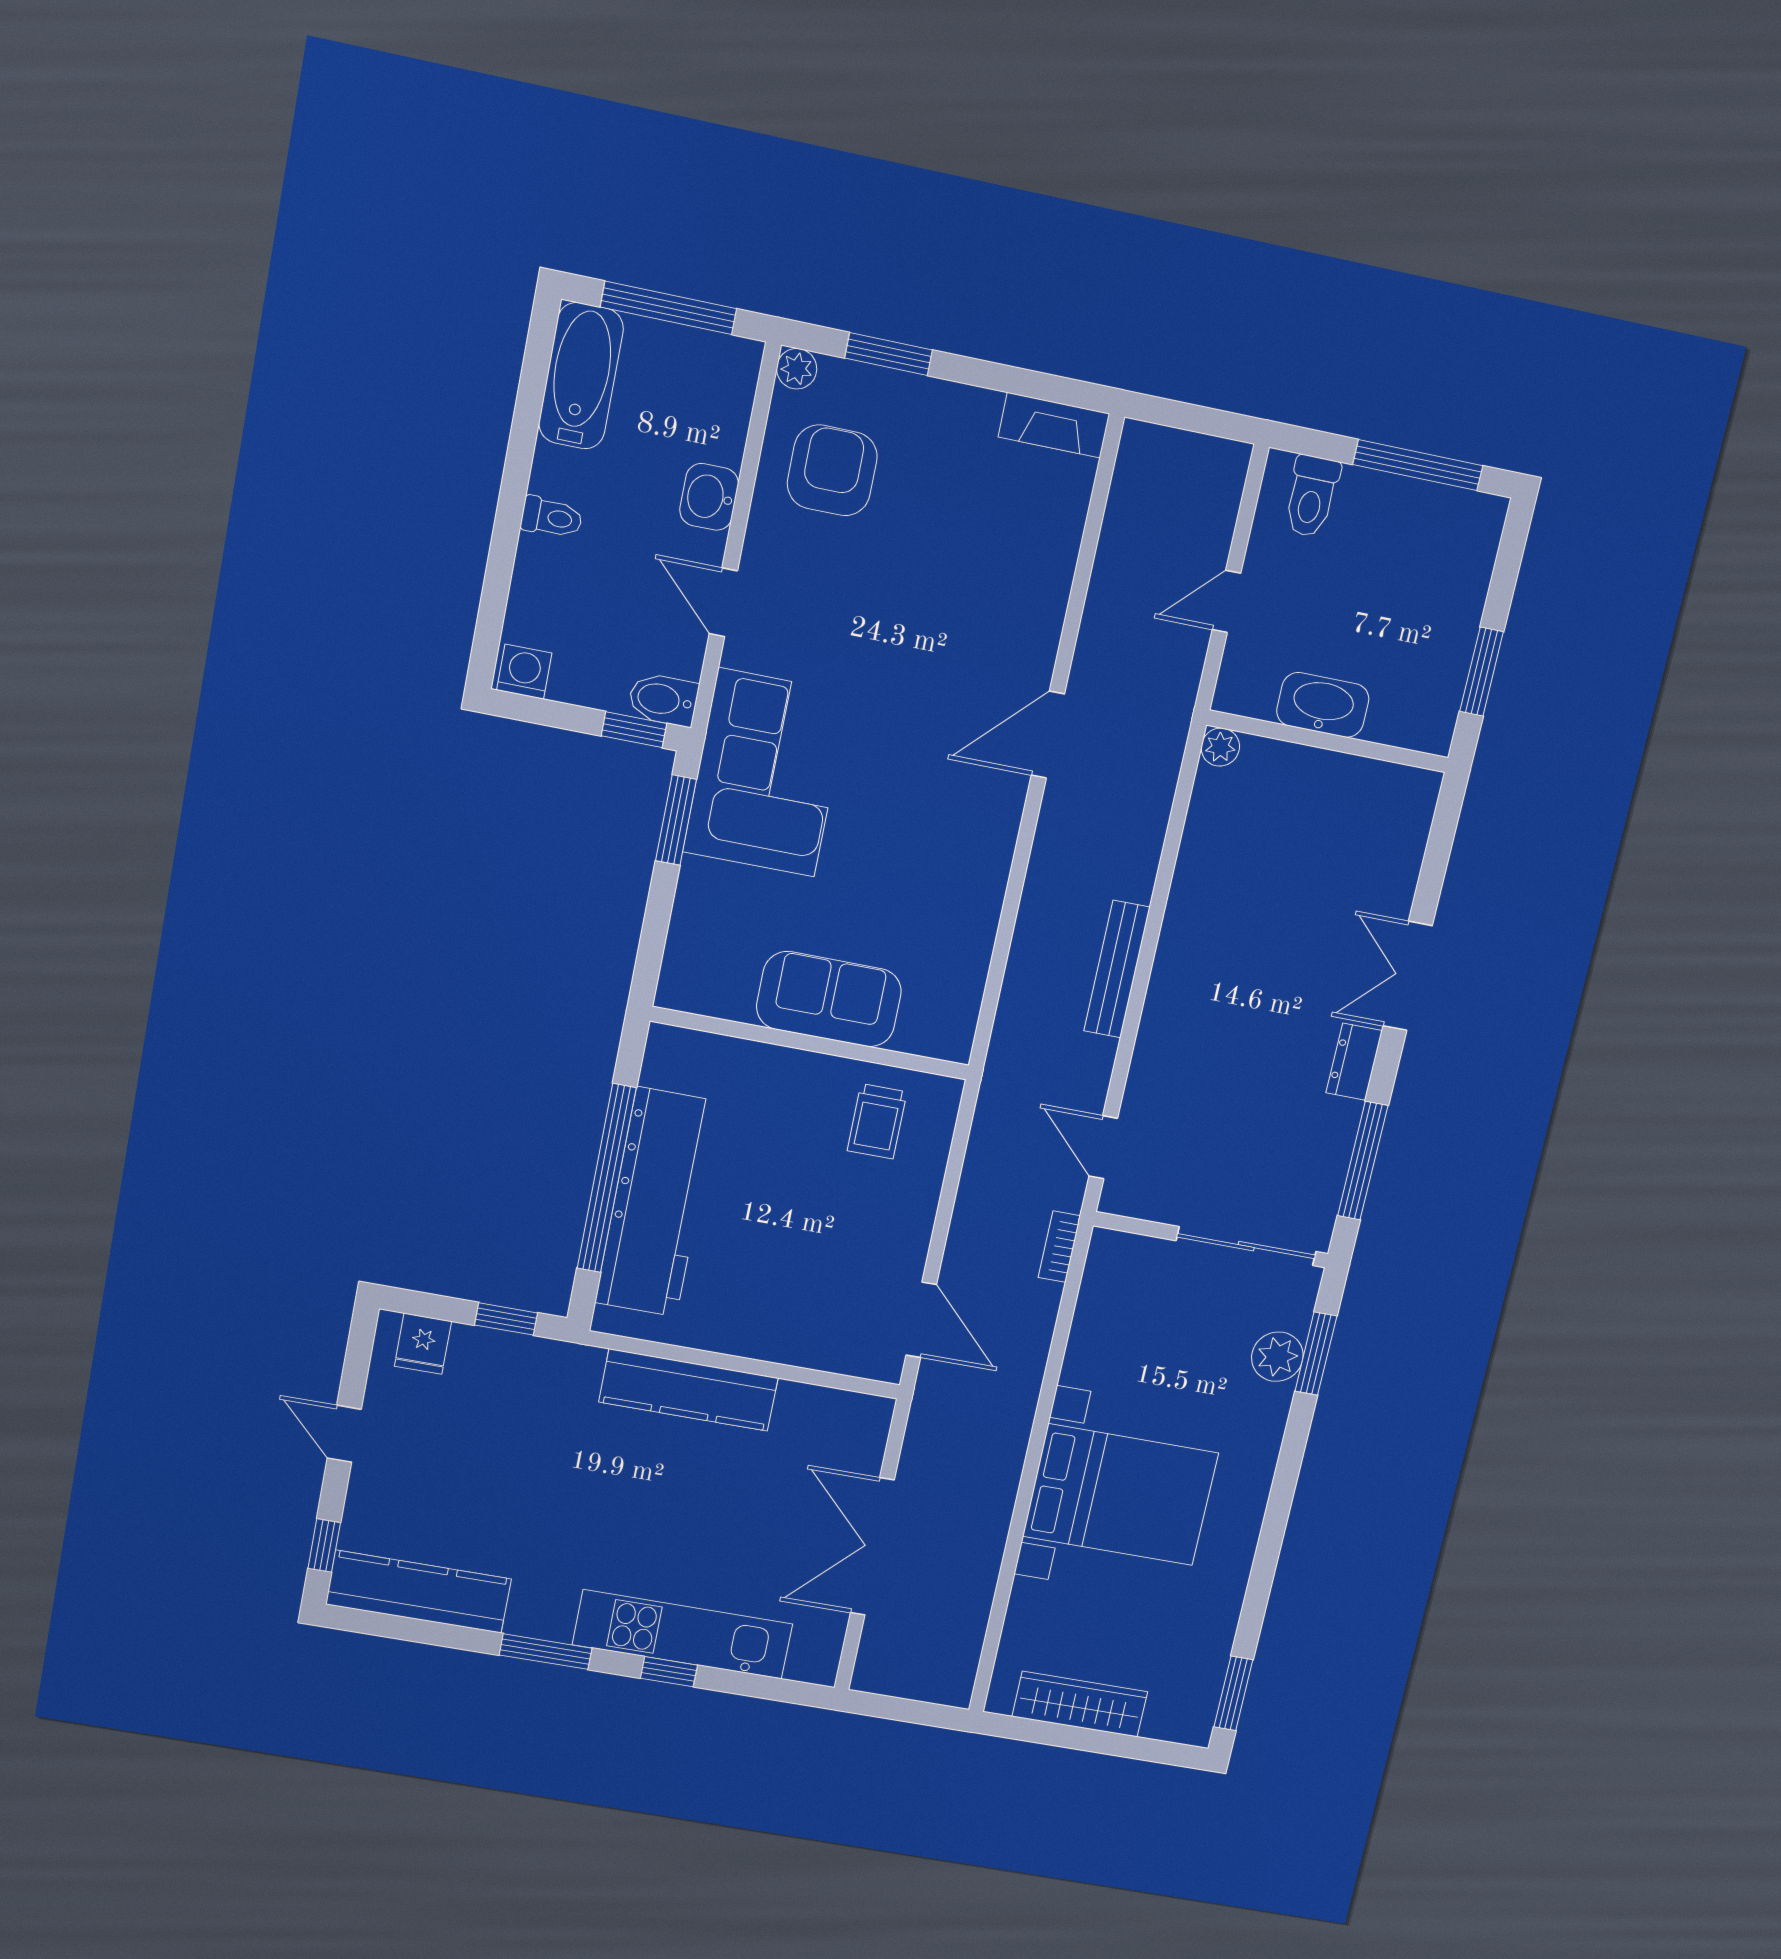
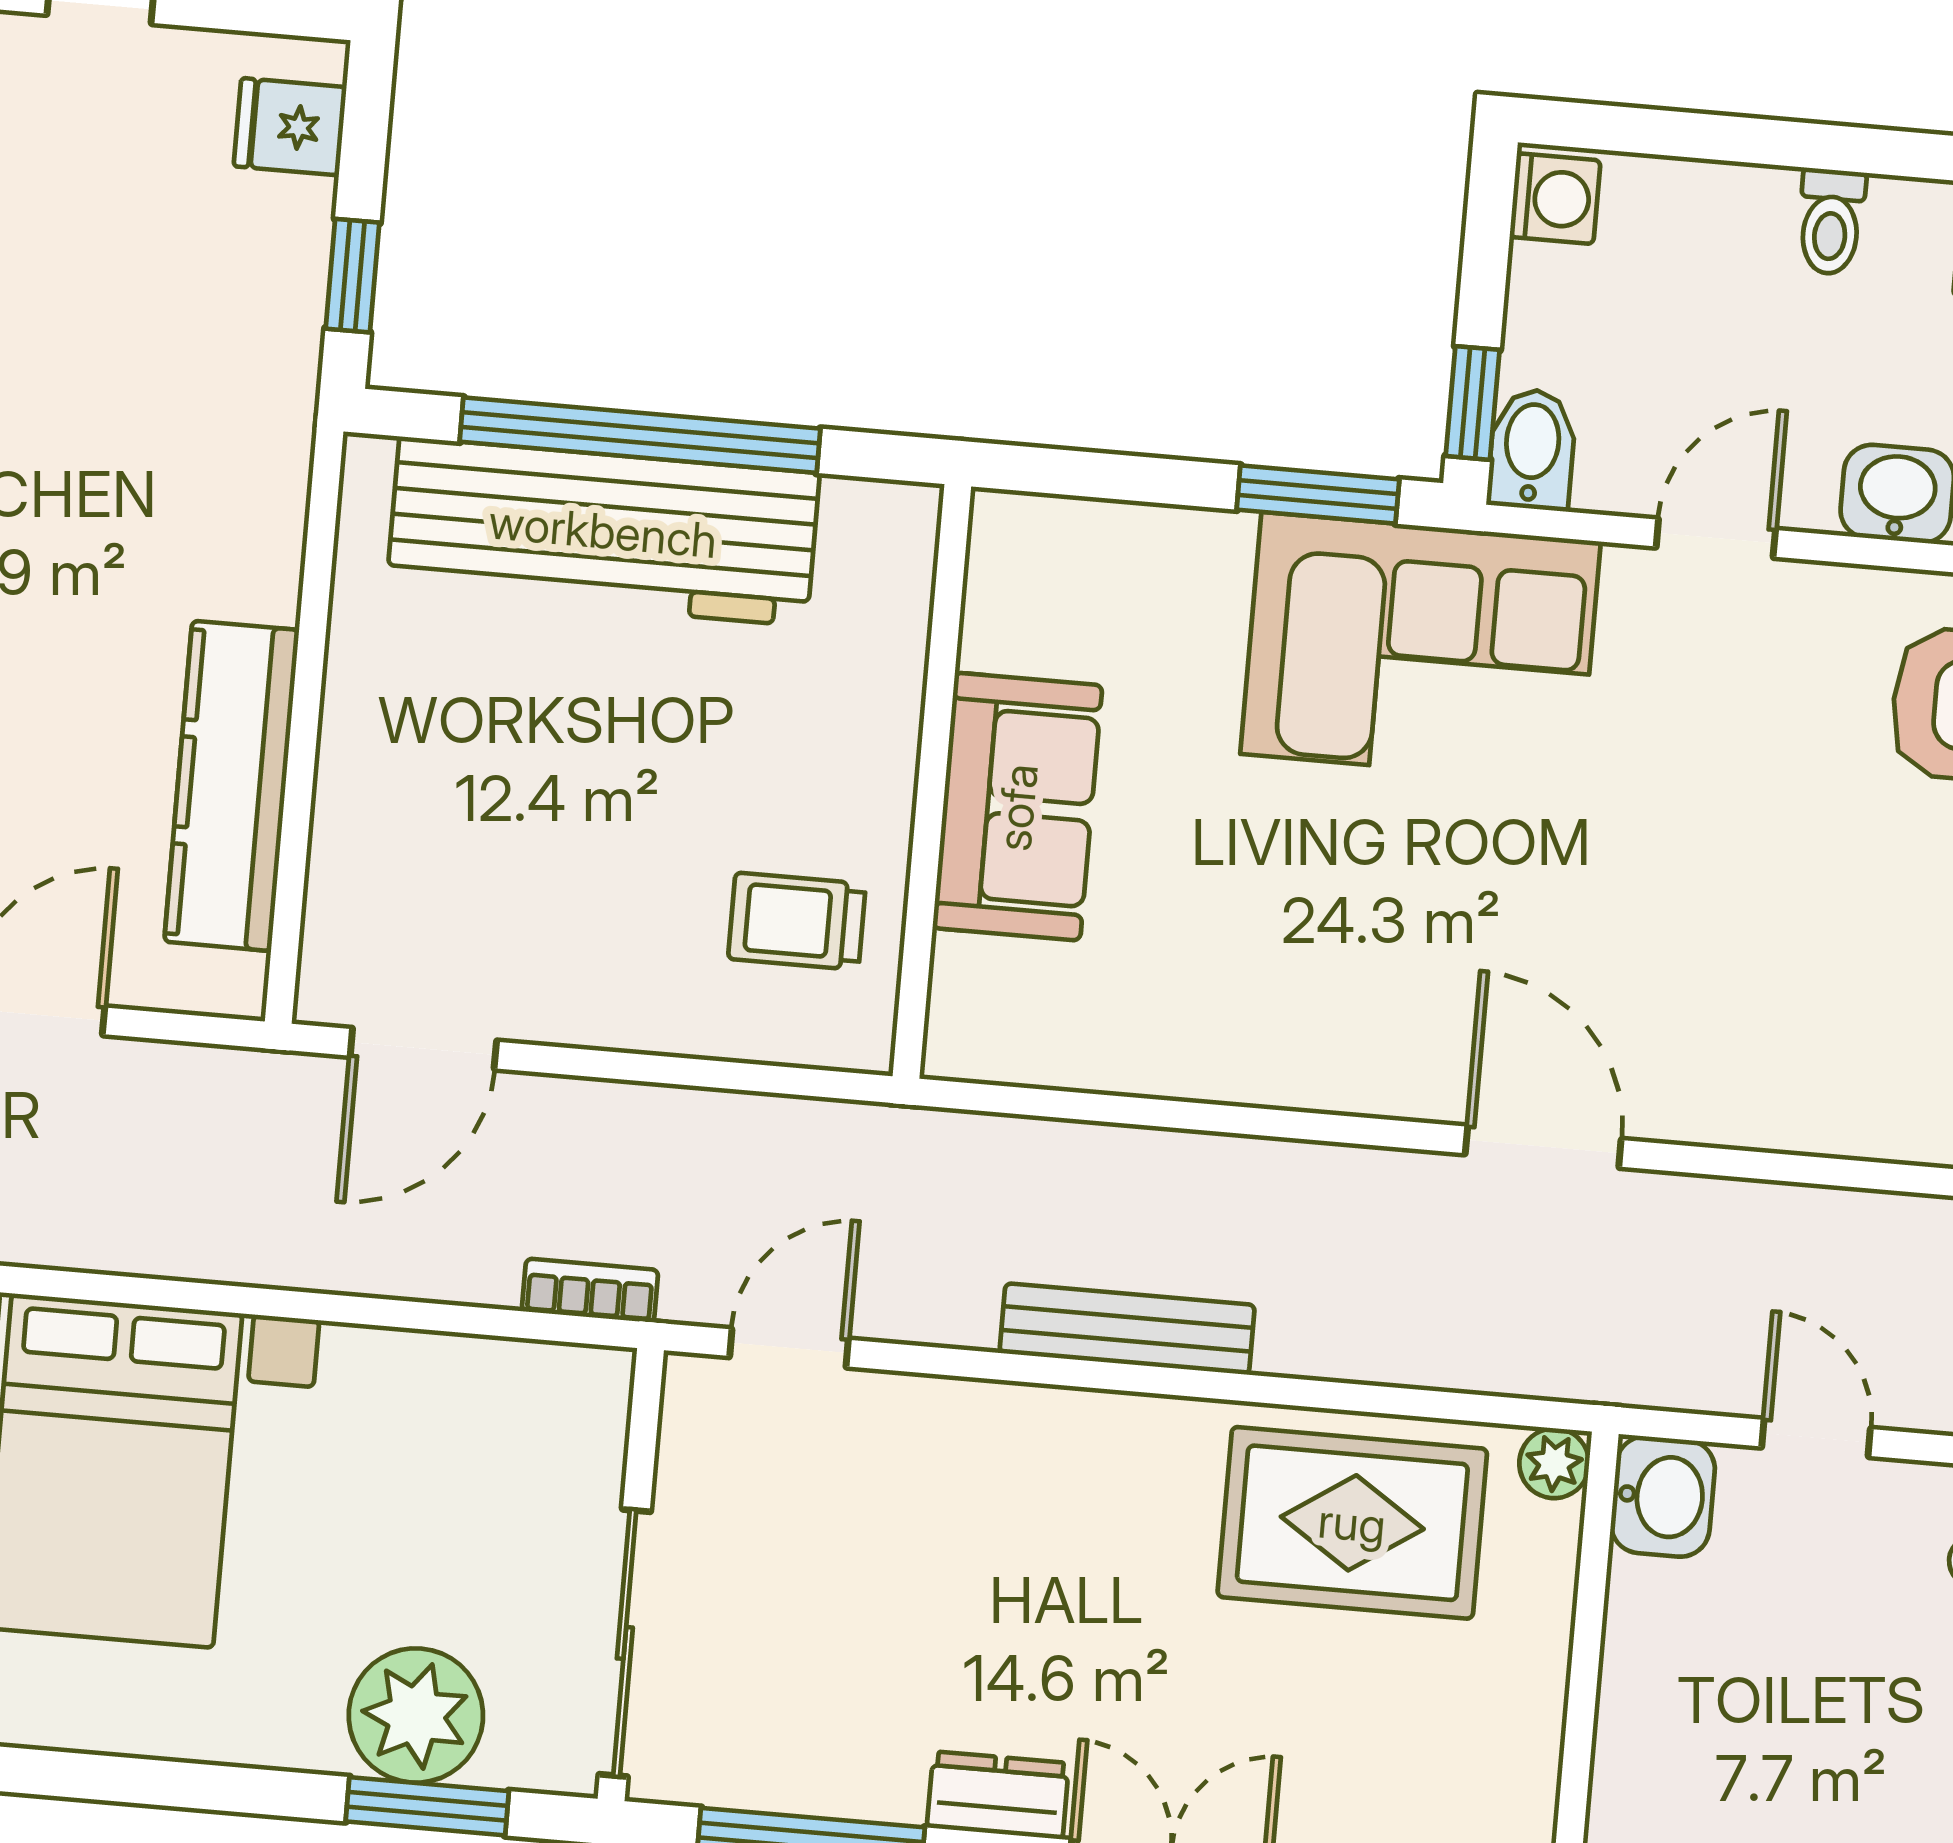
washbasin: (1323, 705) -> (1663, 1497), moved, width x0.72
rug: (1237, 860) -> (1352, 1523), added
plant: (1277, 1357) -> (416, 1715), width x1.36, depth x1.36
kitchen counter: (689, 1390) -> (232, 786), moved

